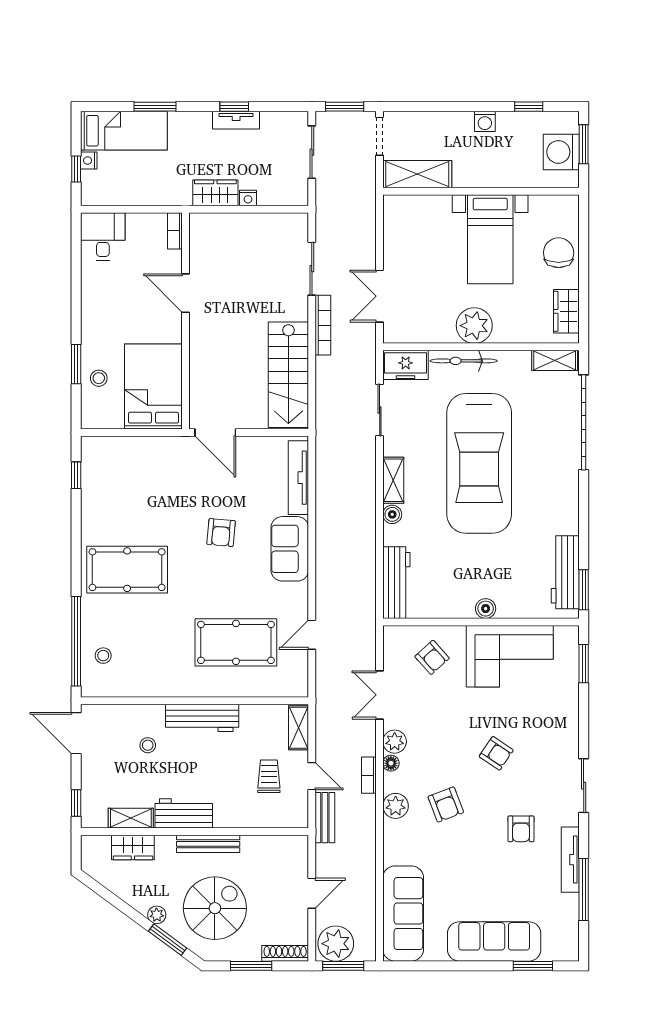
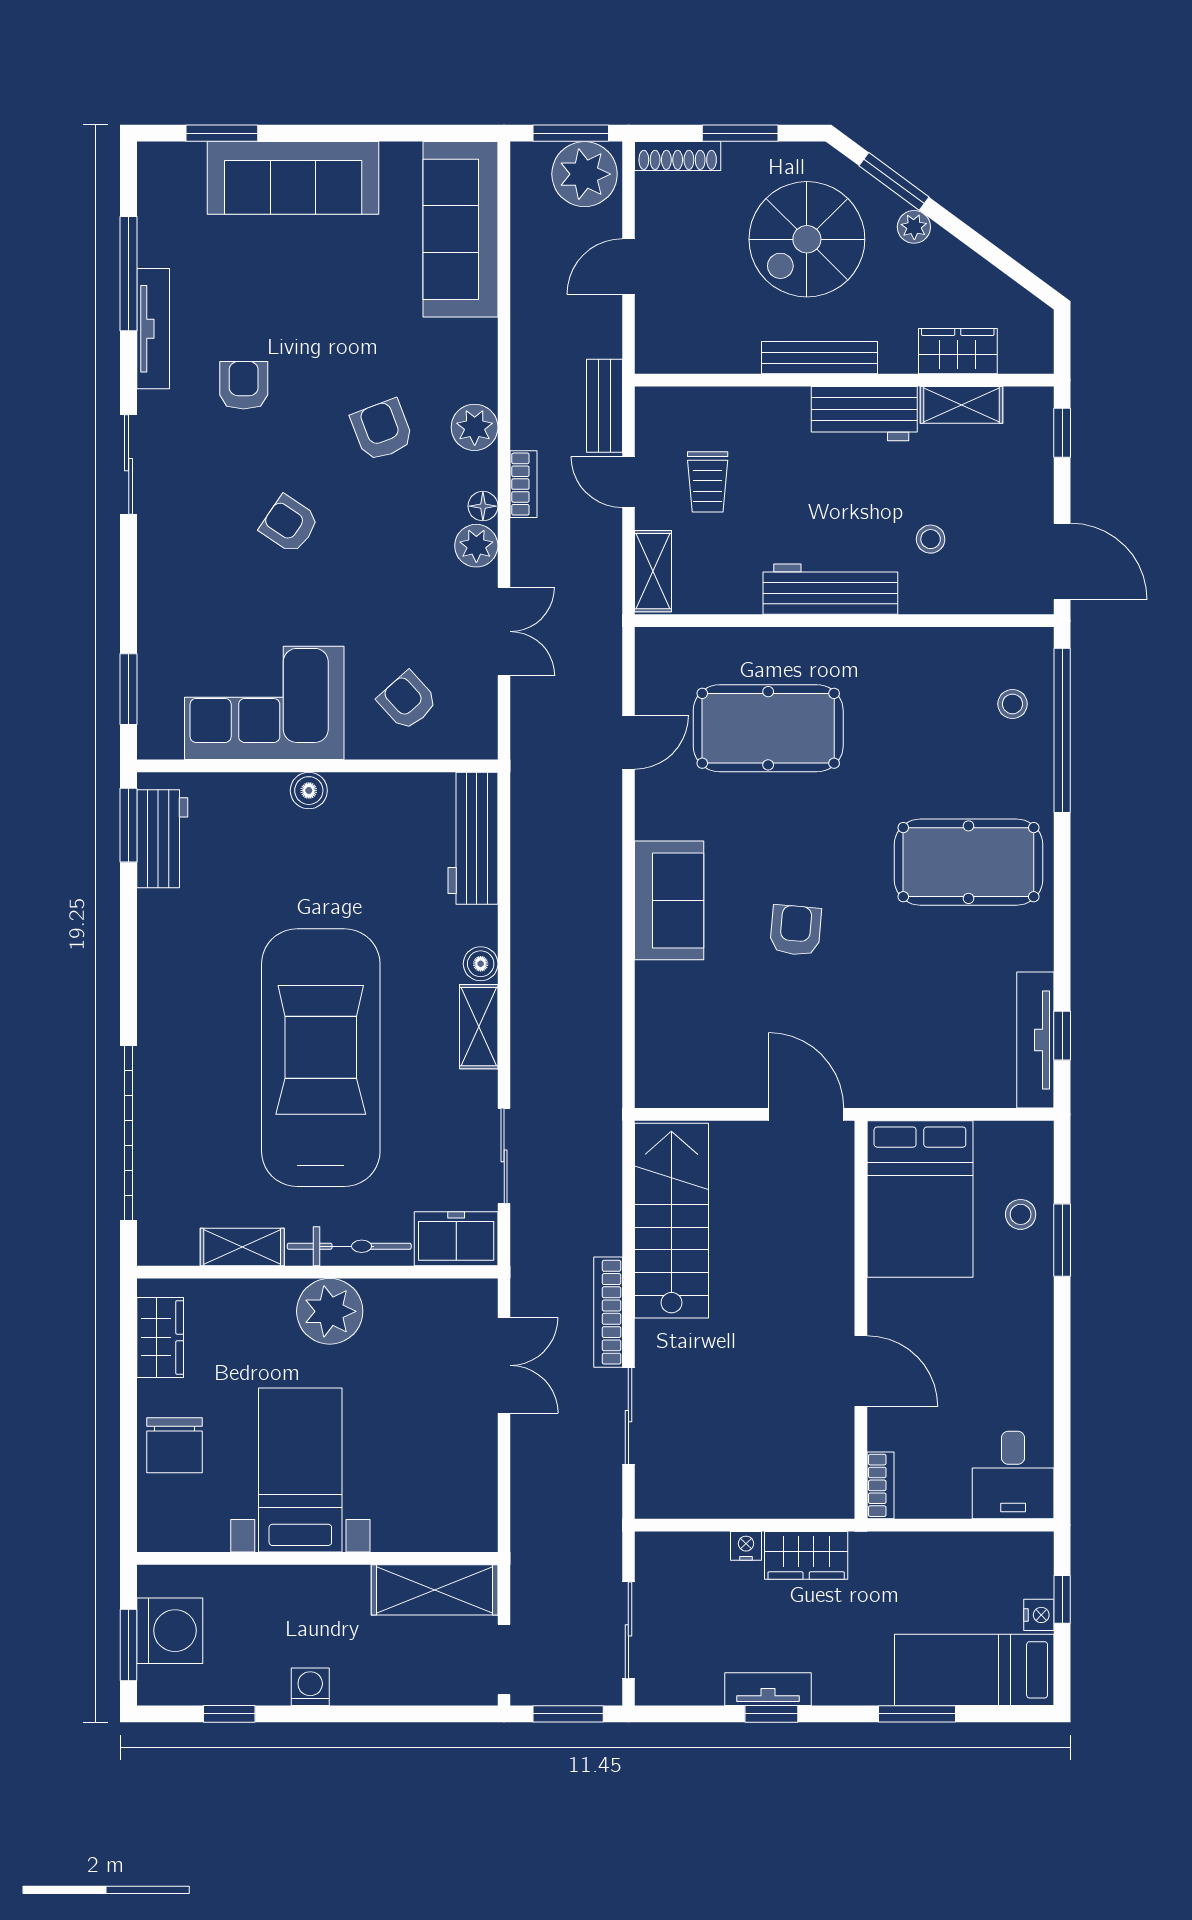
shelving: (555, 360) -> (242, 1247), moved
tv unit: (298, 478) -> (1035, 1040), moved, turned 180
workbench: (565, 572) -> (162, 839), width x0.73

